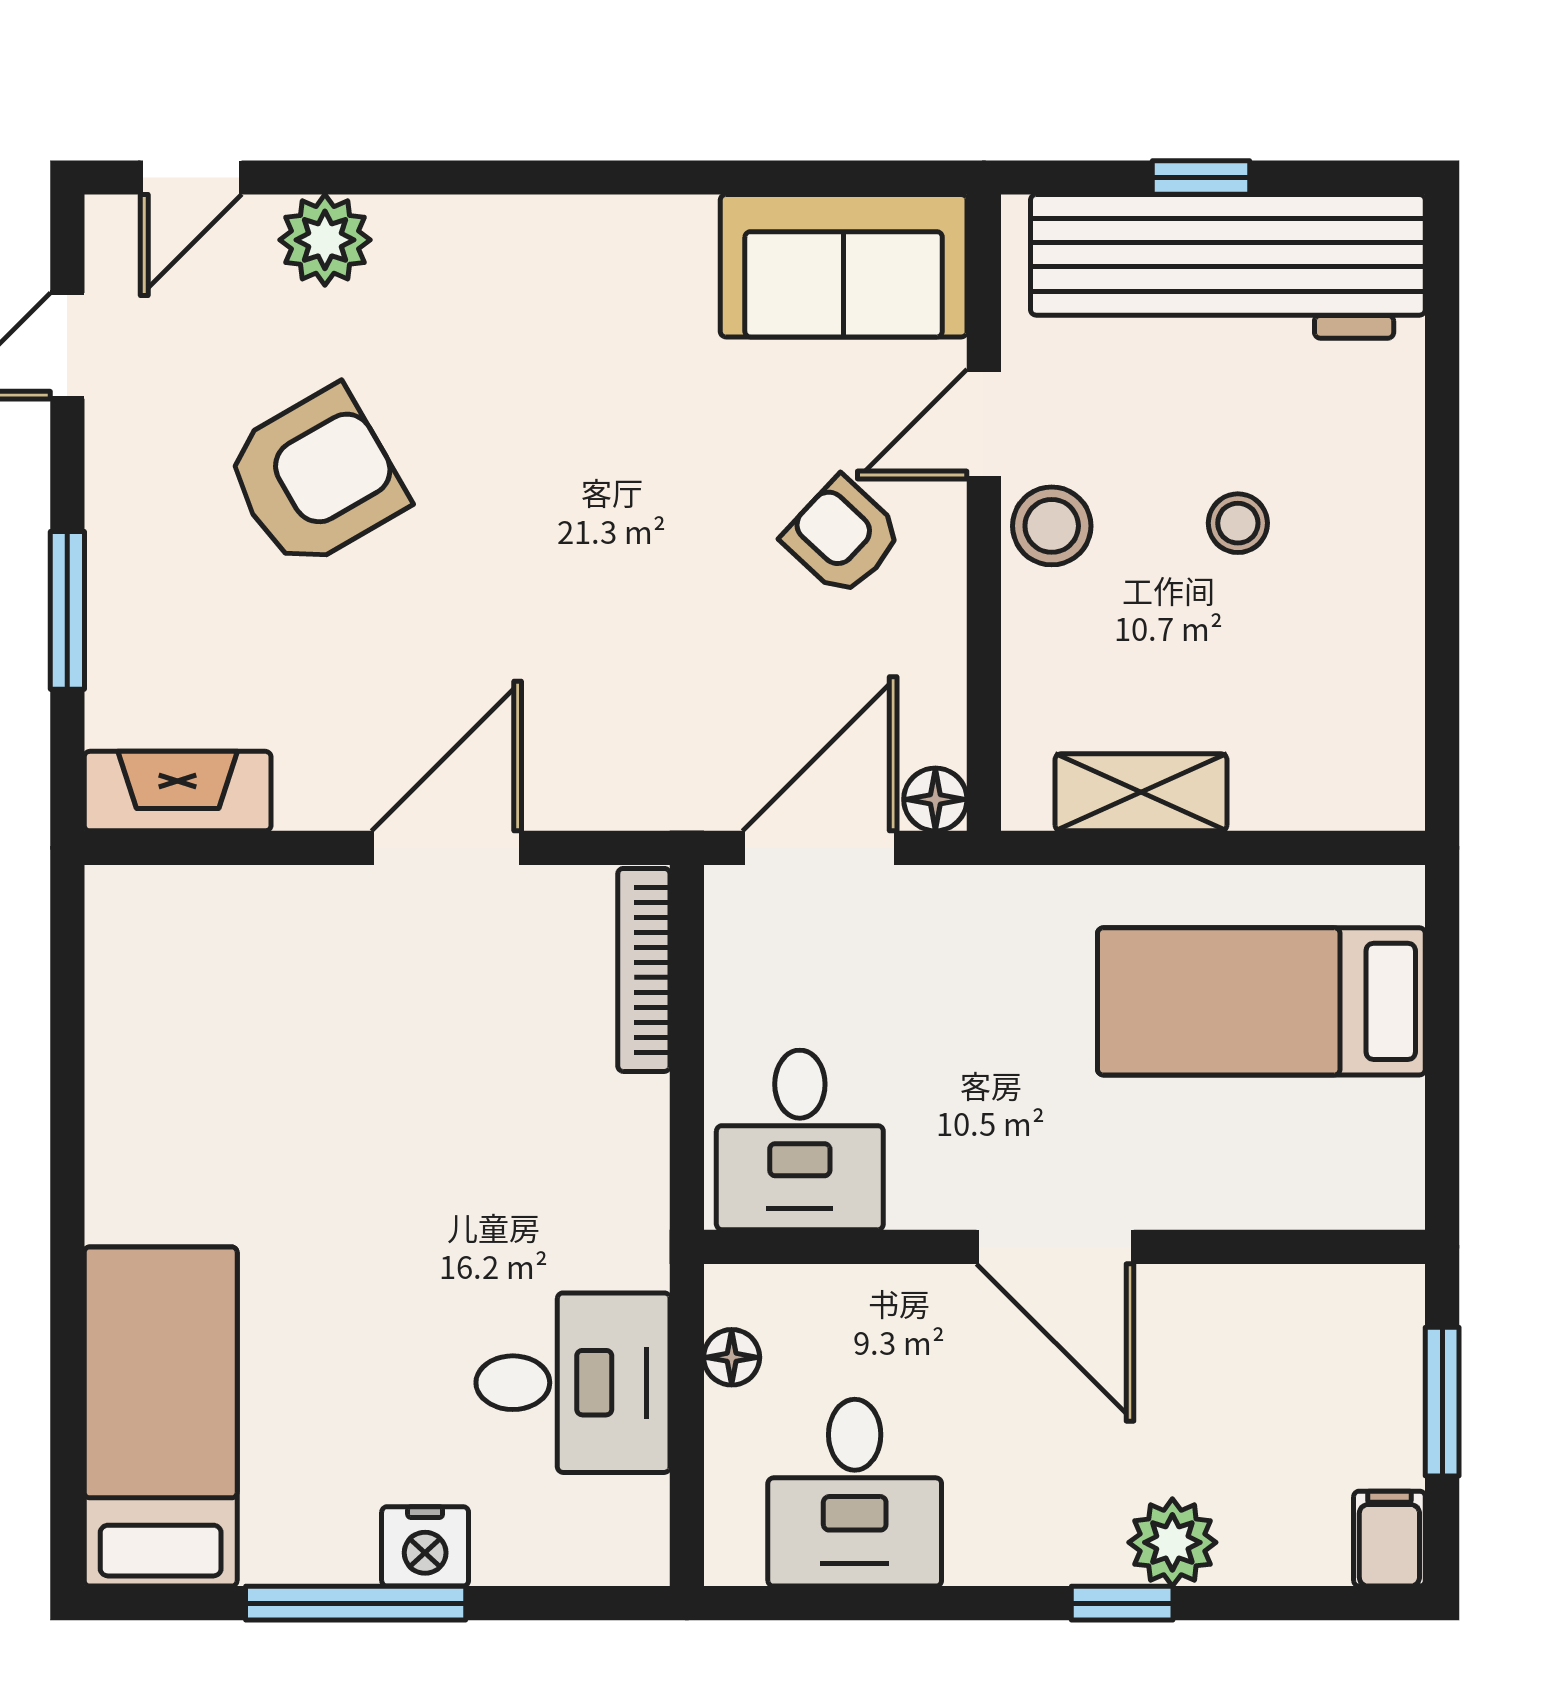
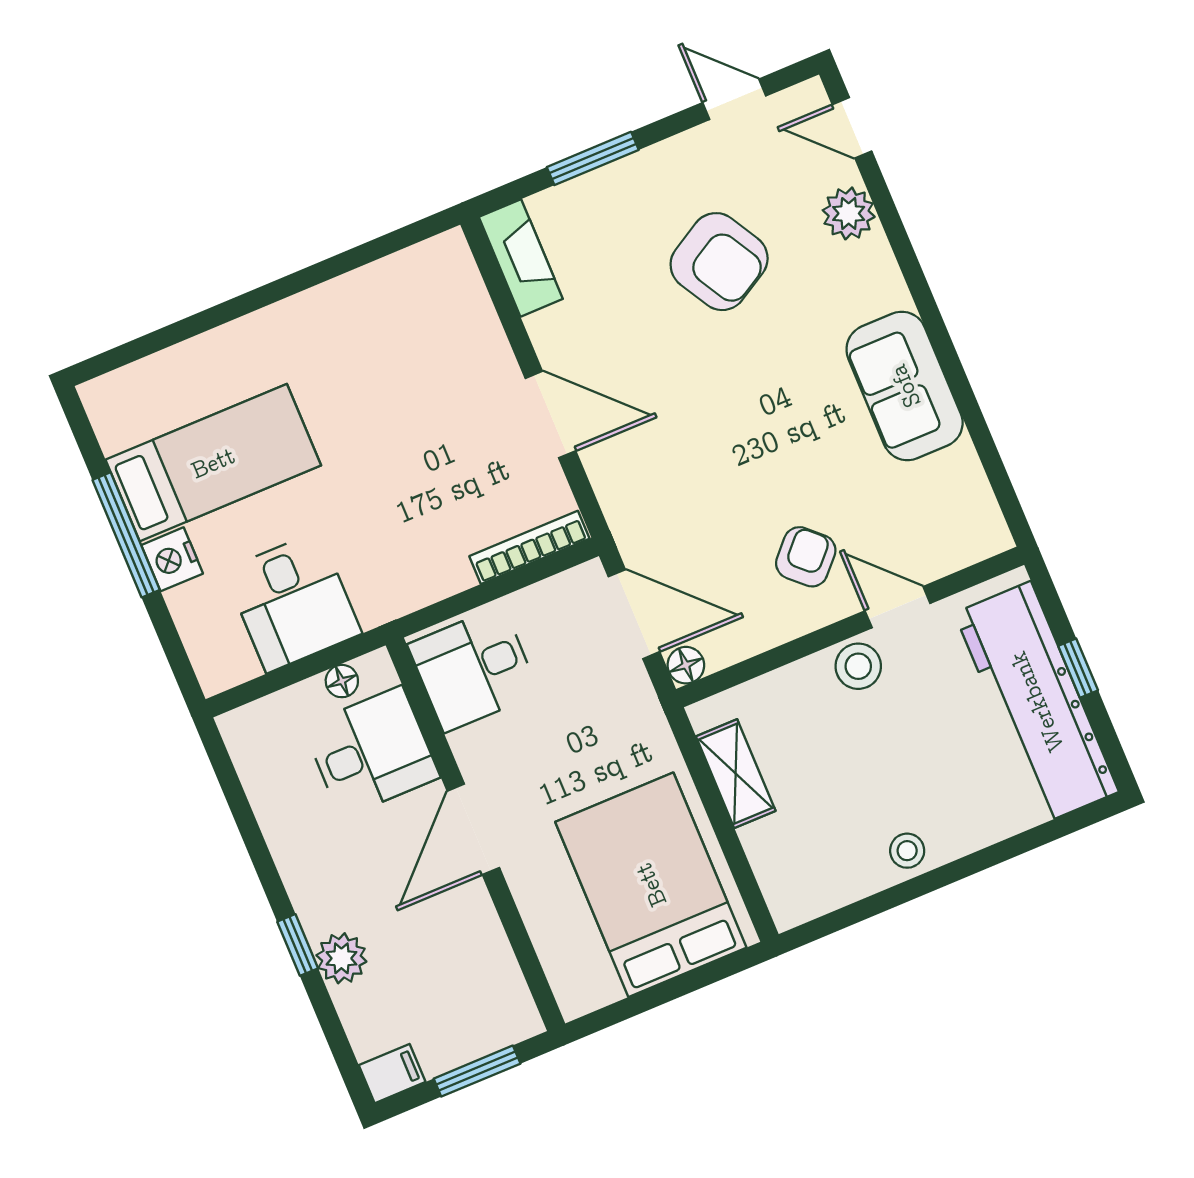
sofa: (844, 266) -> (905, 386), moved
stool: (1238, 523) -> (907, 851), moved
bed: (1261, 1001) -> (651, 885), width x1.50
bed: (161, 1417) -> (213, 463), moved
desk: (855, 1493) -> (372, 752), moved, turned 180

